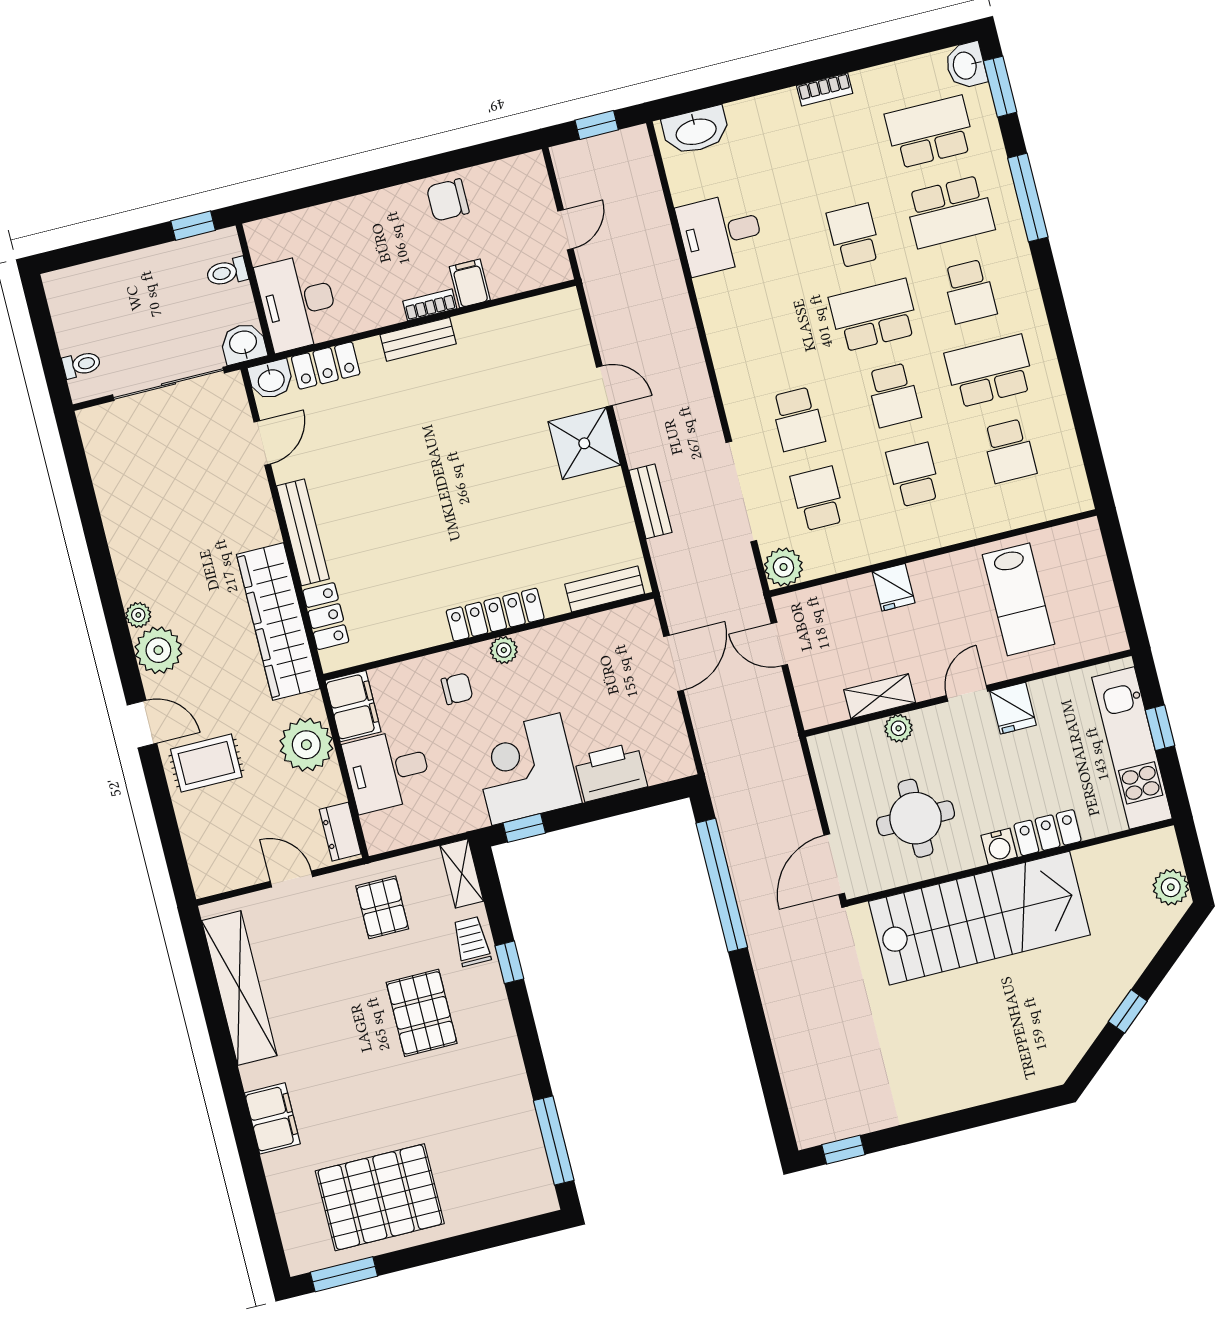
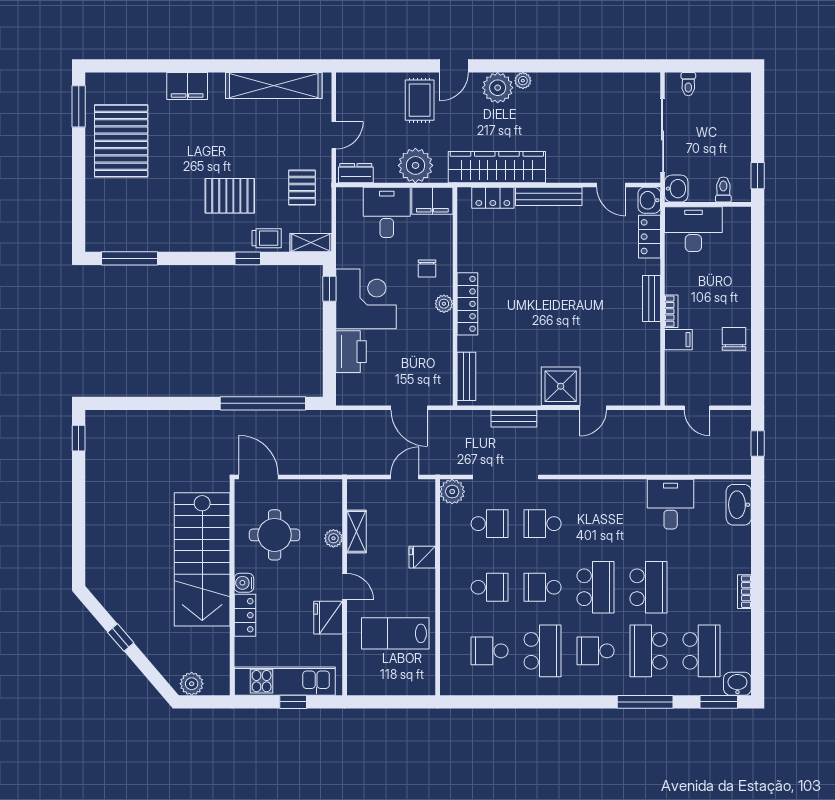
school desk: (854, 236) -> (648, 587), width x1.85
fridge: (1013, 708) -> (328, 618), width x1.38
pallet: (382, 907) -> (302, 188), turned 90

